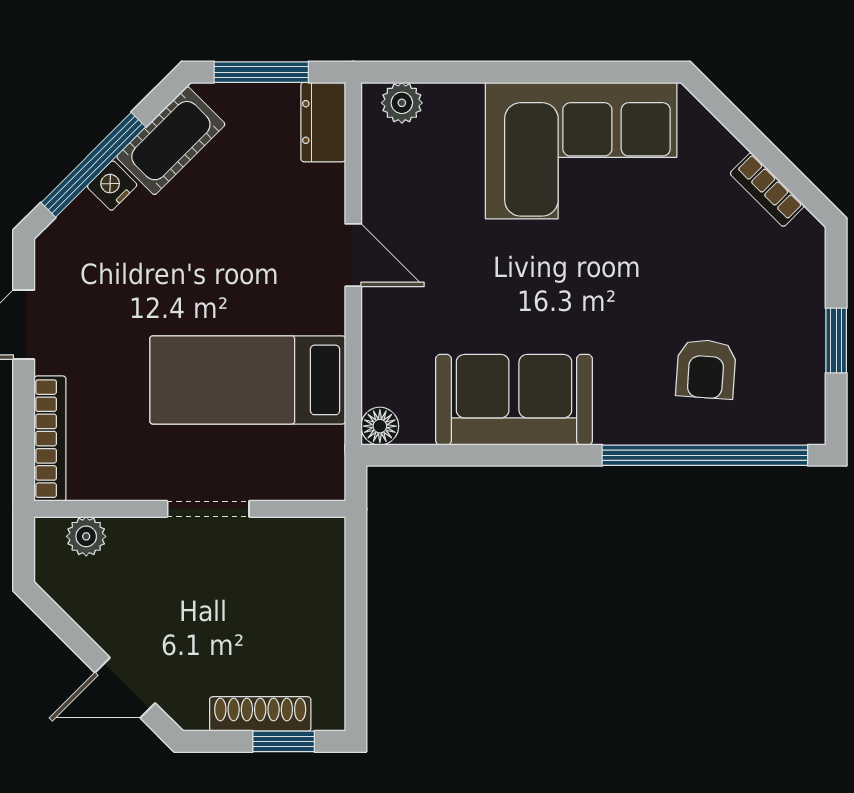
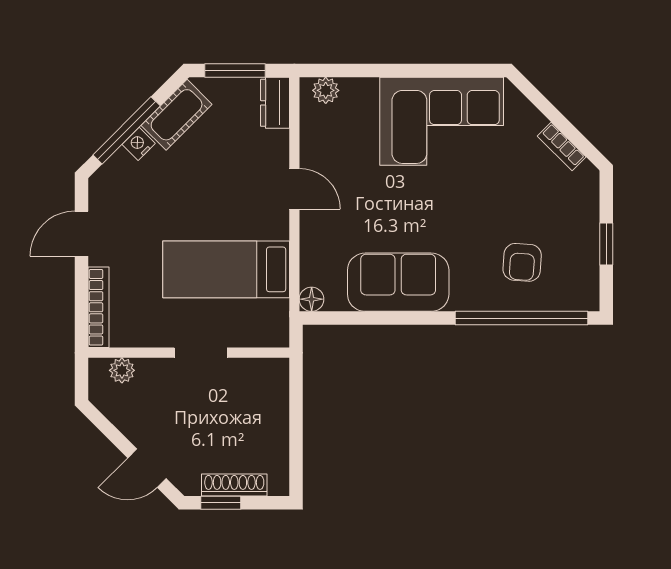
window: (284, 741) -> (221, 503), moved

